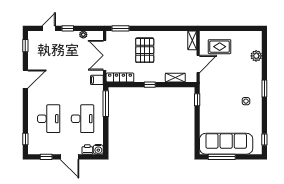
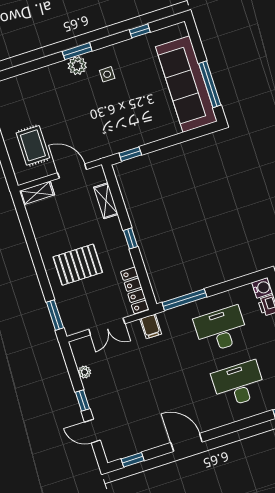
double door: (105, 55) -> (107, 327), width x0.73
plant: (256, 56) -> (77, 66), moved
window: (264, 139) -> (140, 31), moved

